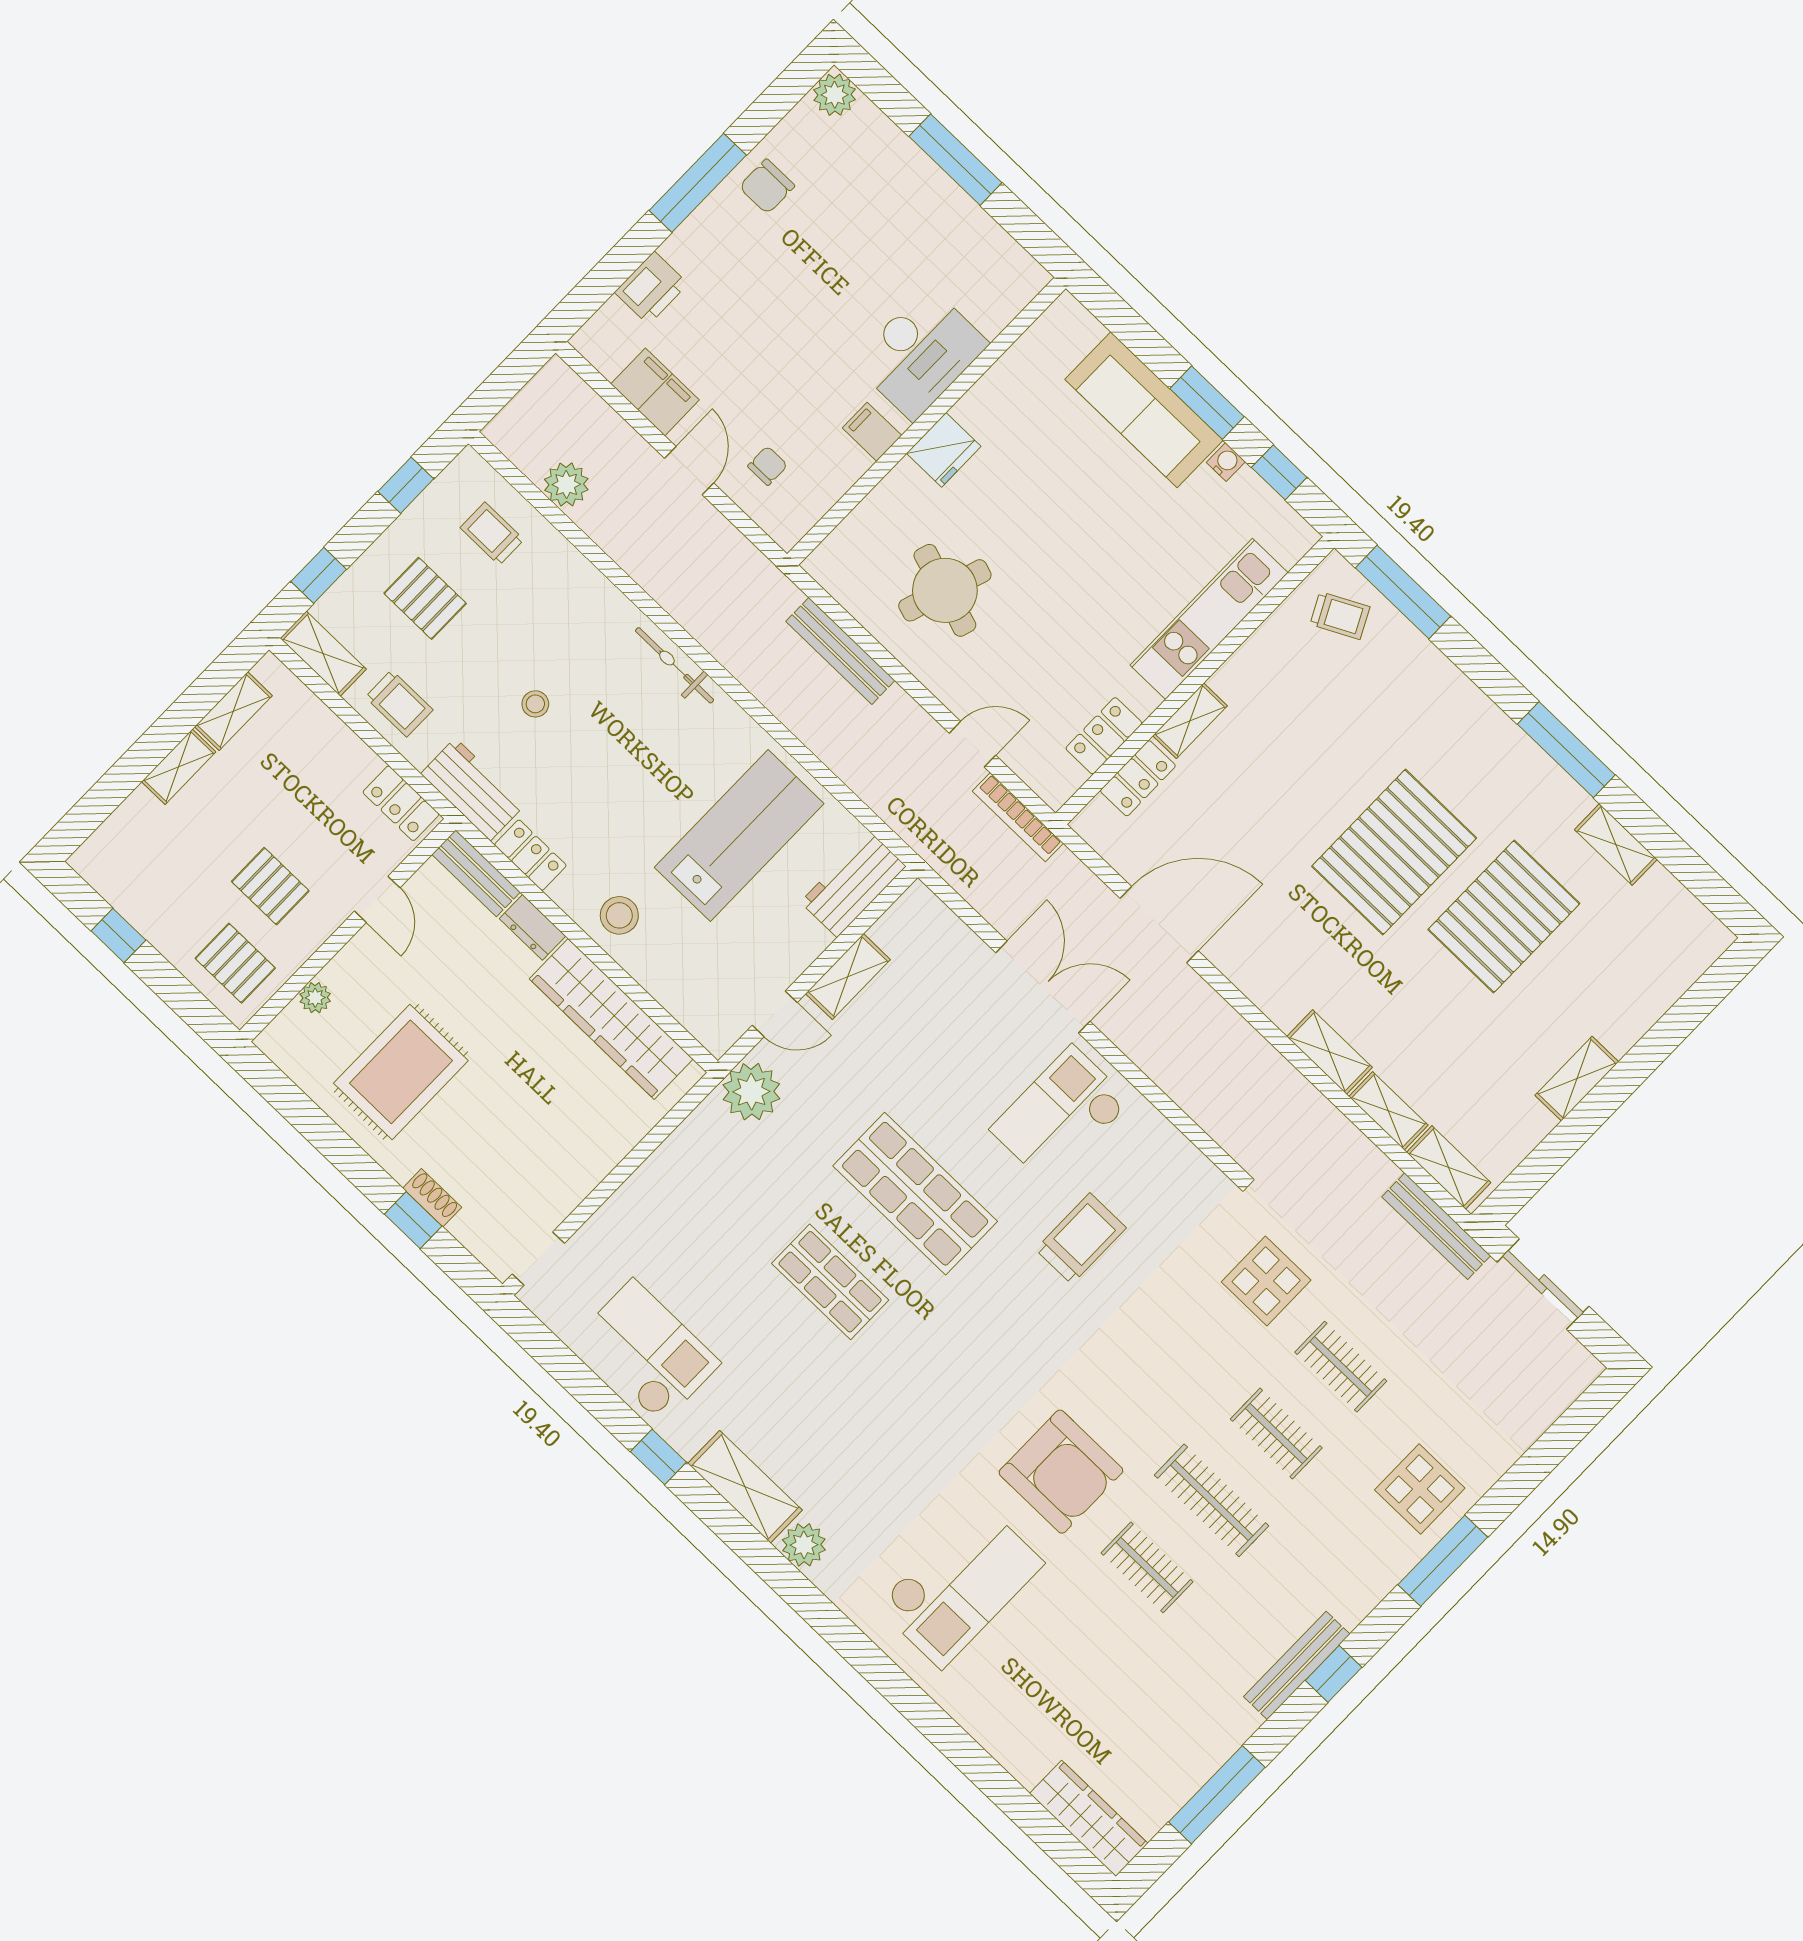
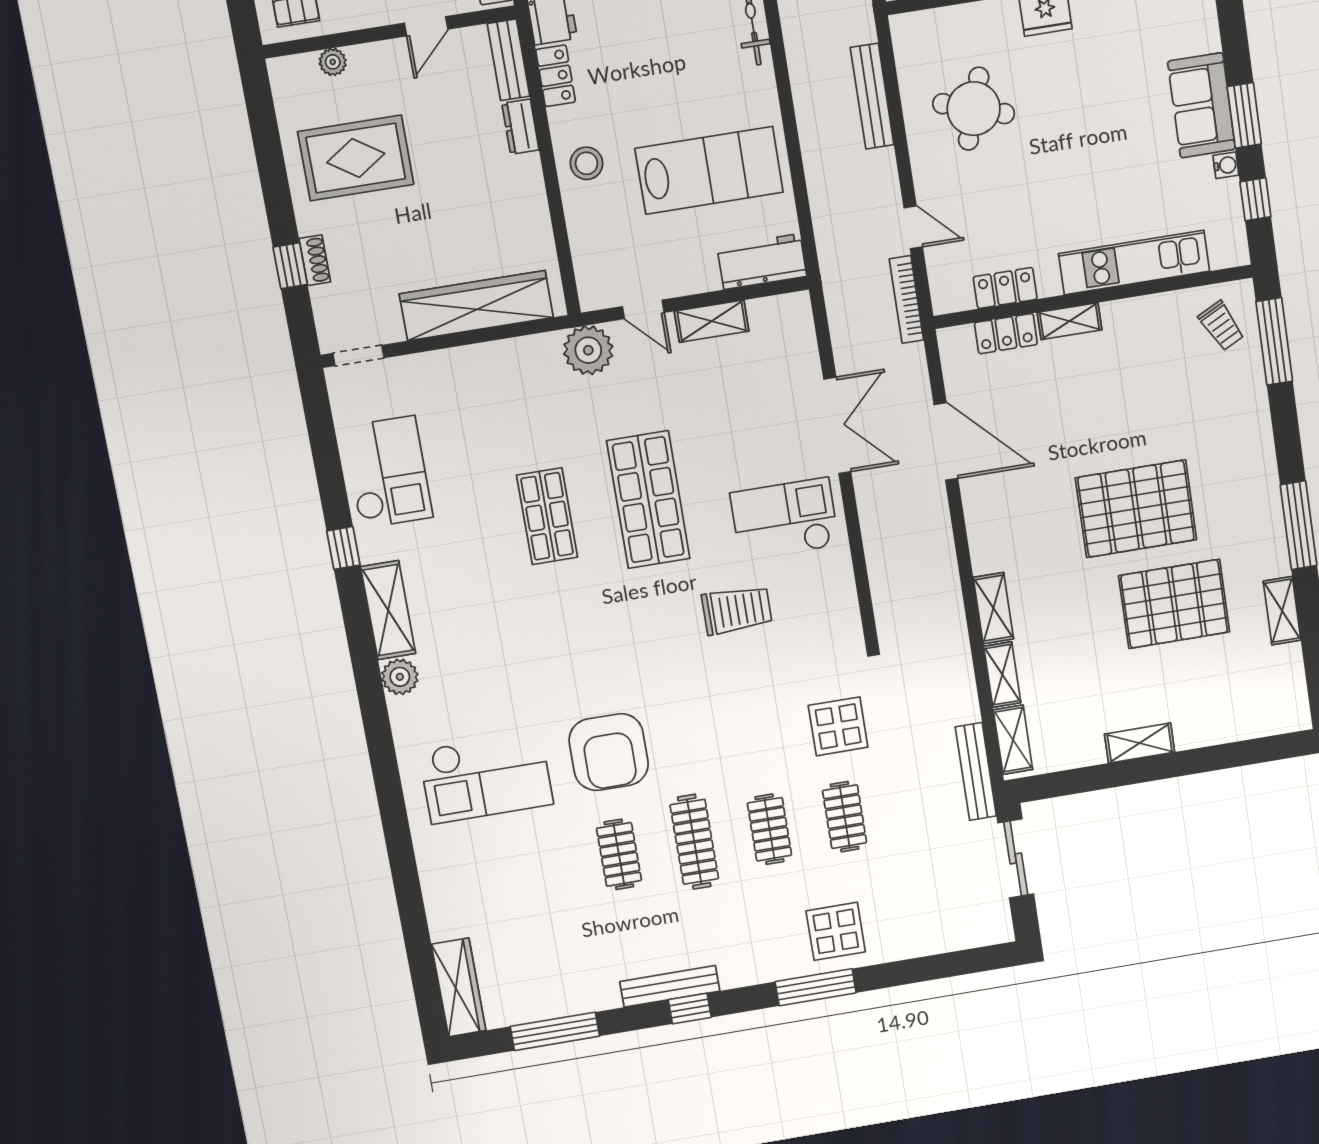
sofa: (1144, 410) -> (1202, 105), width x0.73
wardrobe: (611, 1019) -> (476, 306), moved, turned 90

